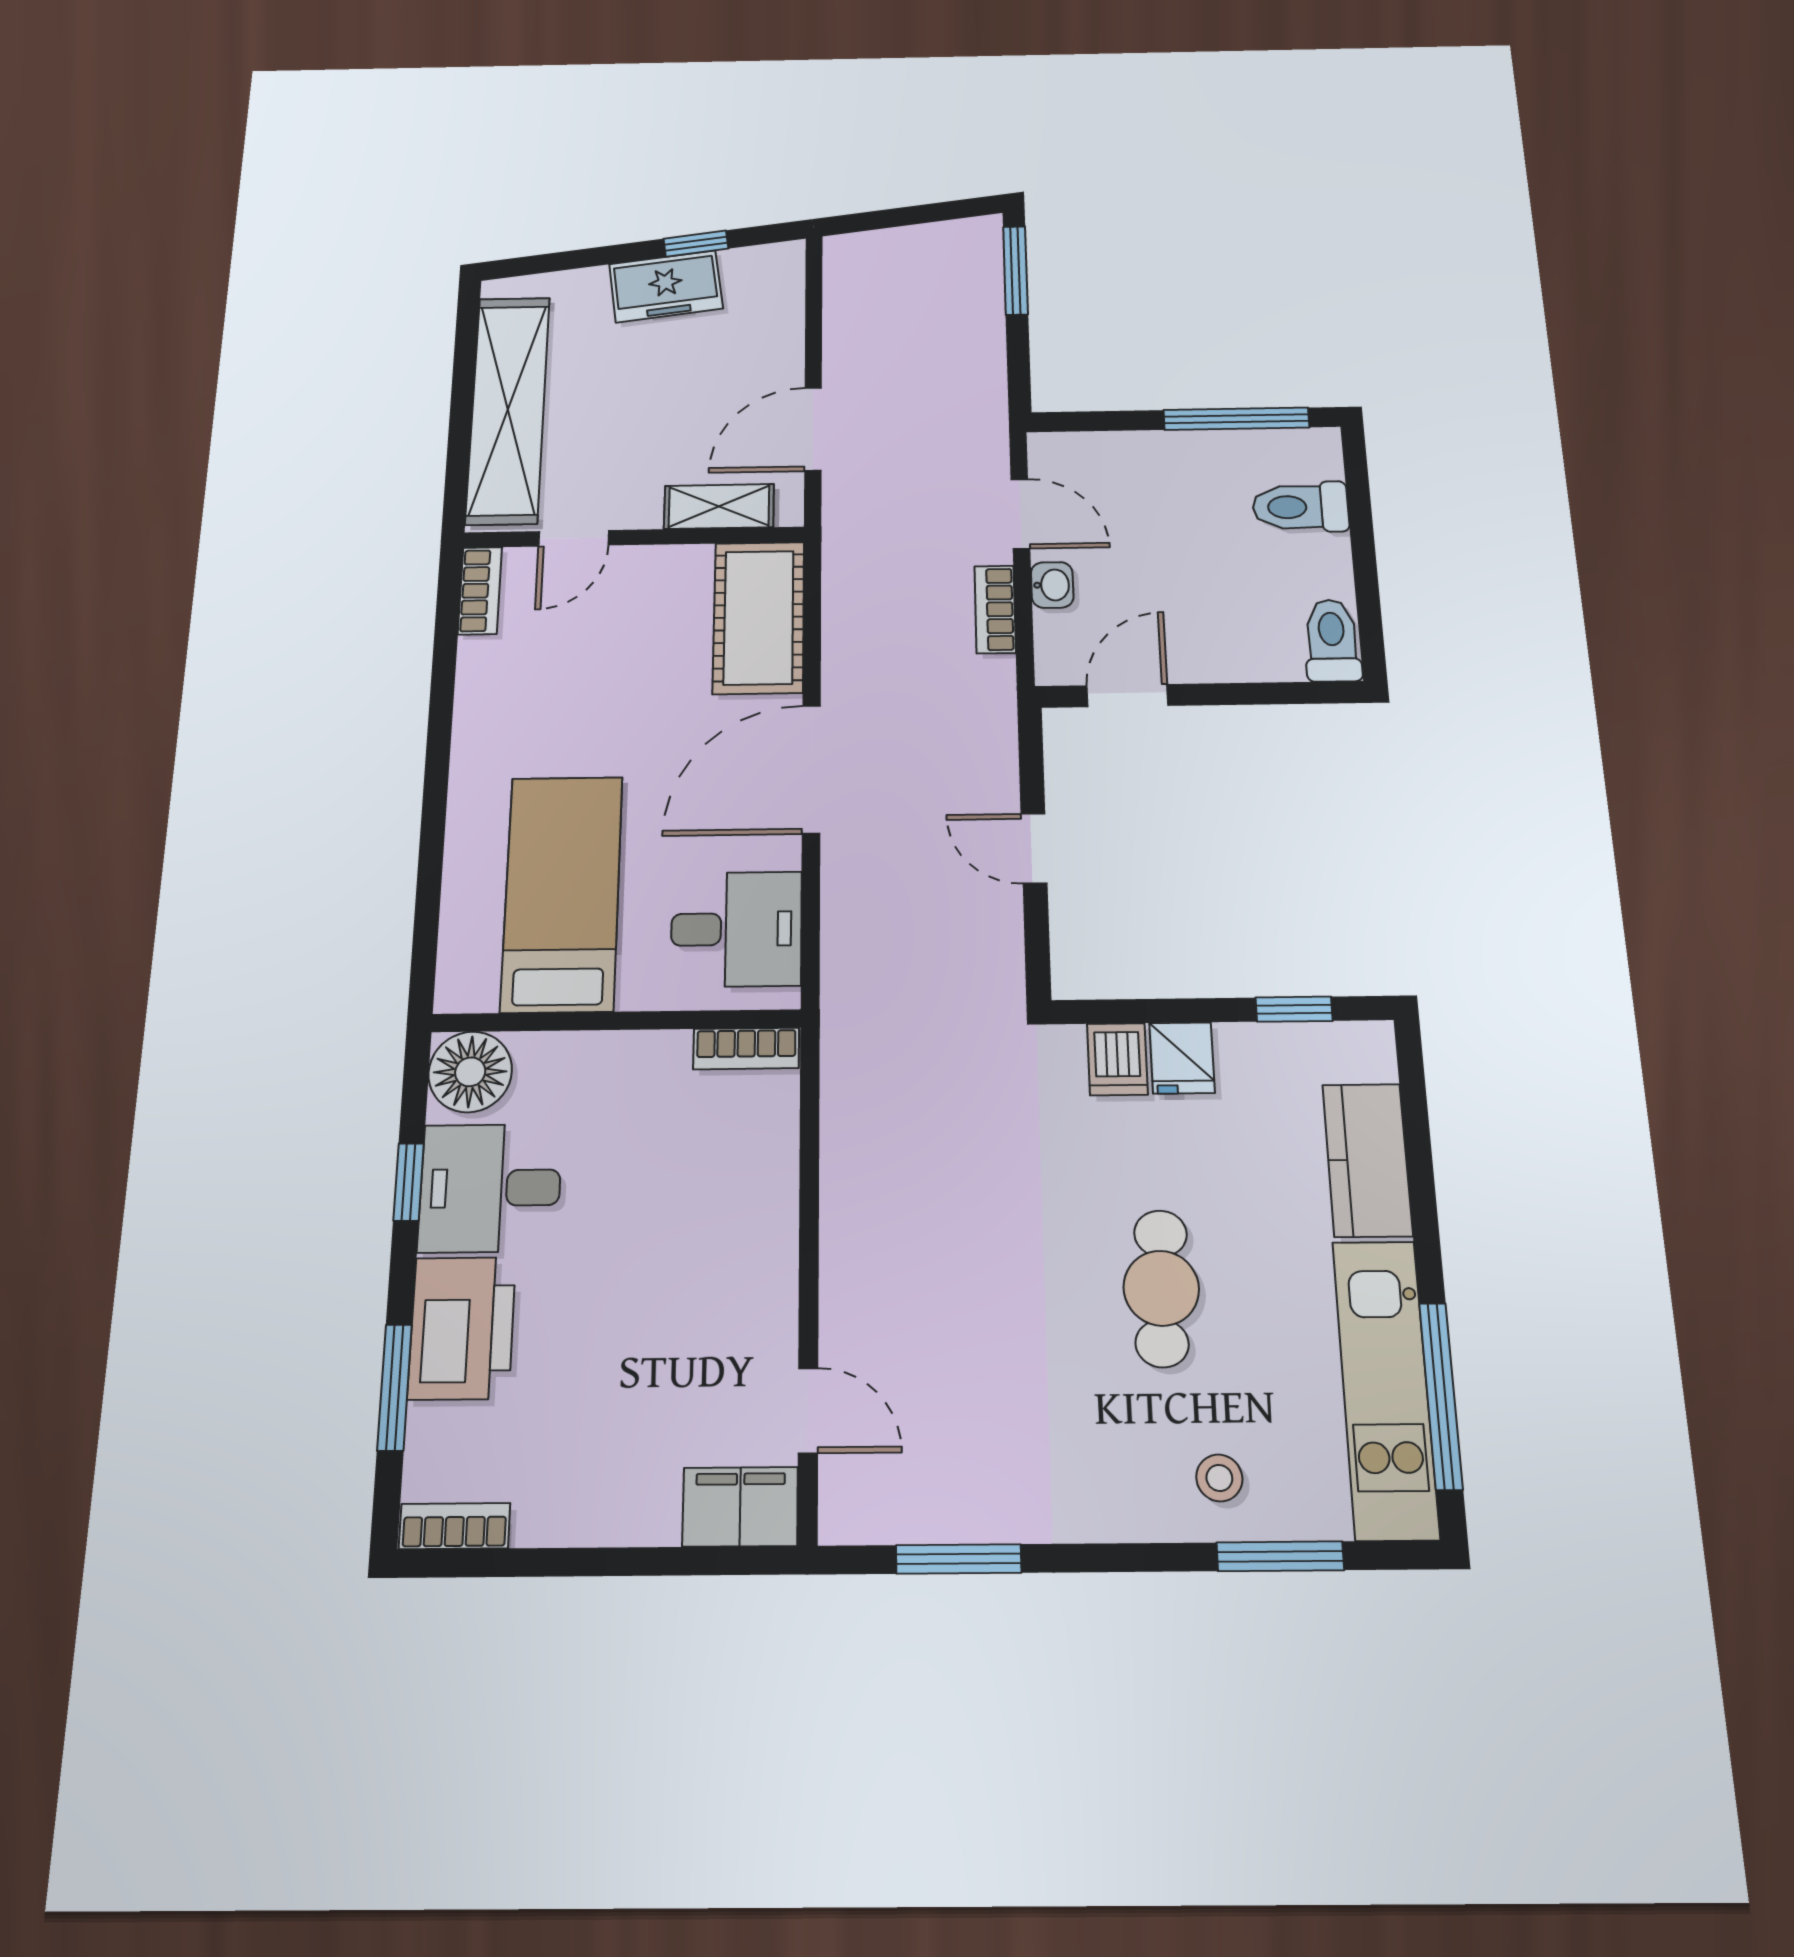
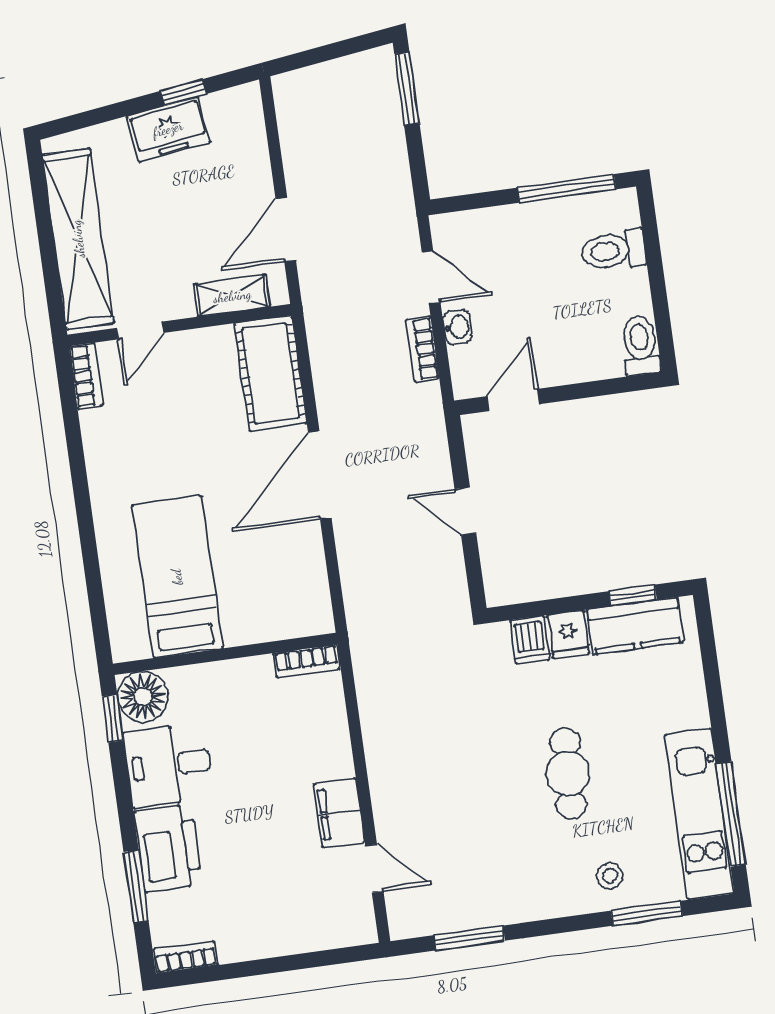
desk: (736, 929) -> (289, 587), removed
kitchen counter: (1367, 1160) -> (635, 626), moved, turned -90
window: (409, 1182) -> (113, 718), moved
filing cabinet: (740, 1507) -> (339, 813), moved, turned -90

